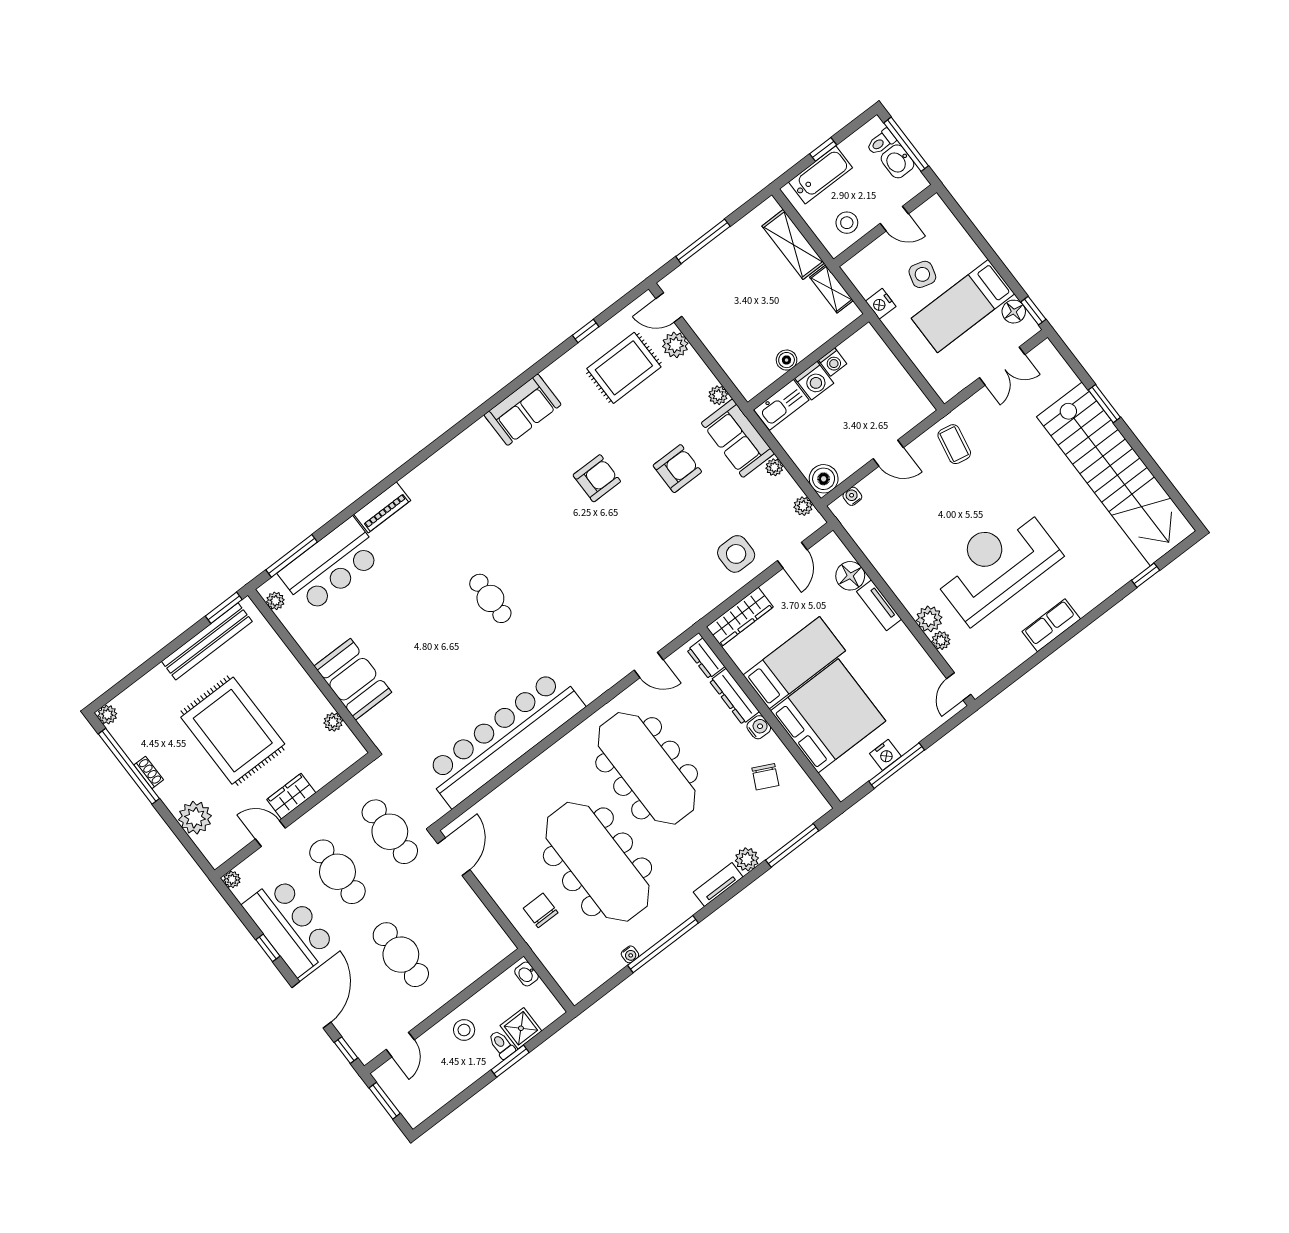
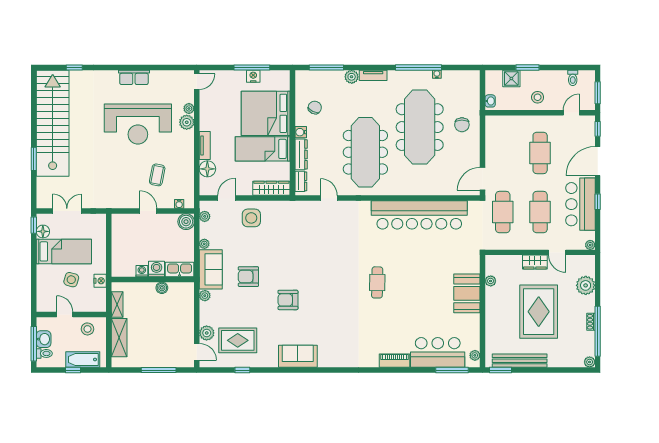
coffee table: (954, 444) -> (157, 175), moved
toilet: (502, 1045) -> (573, 78), moved

